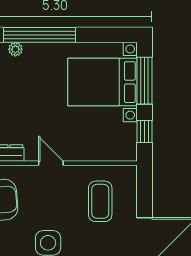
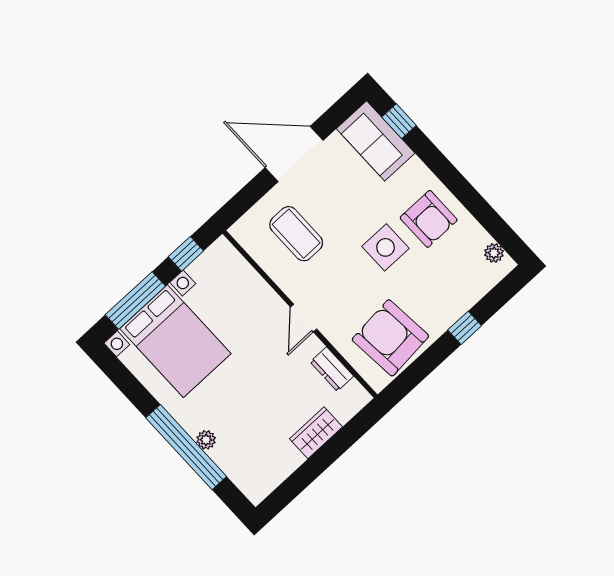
plant: (15, 49) -> (206, 440), moved
coffee table: (100, 201) -> (296, 234), turned 90

